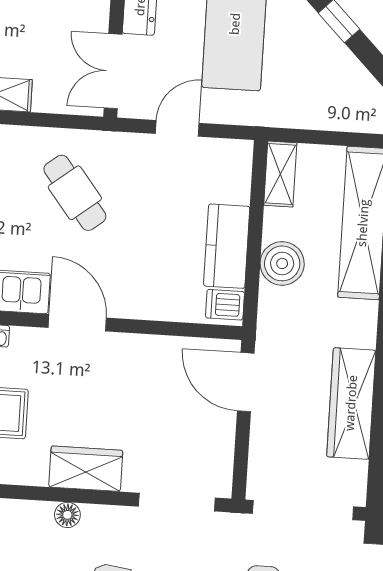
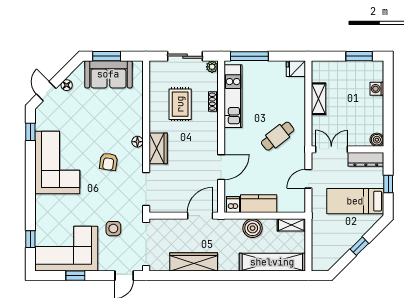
door: (177, 128) -> (308, 179), swing flipped
door: (77, 323) -> (221, 167), moved

